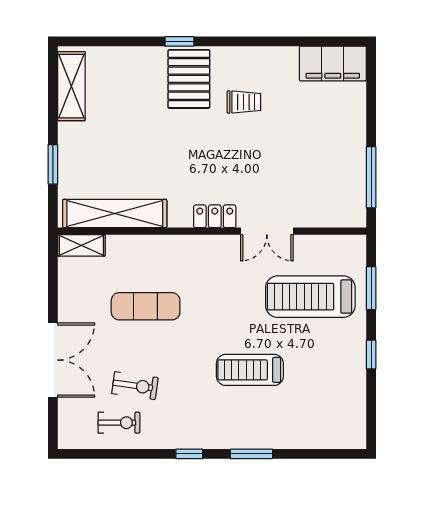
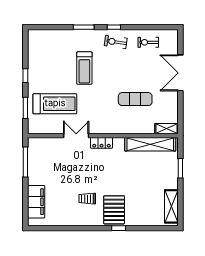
filing cabinet: (333, 64) -> (36, 202), moved, turned 90
treadmill: (250, 370) -> (84, 68), turned 90
exercise bike: (135, 386) -> (116, 42), moved

